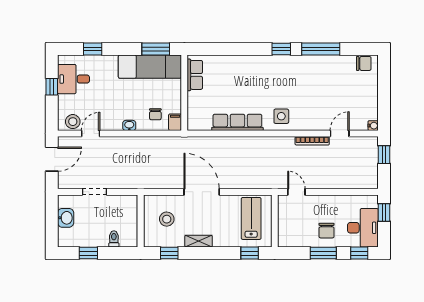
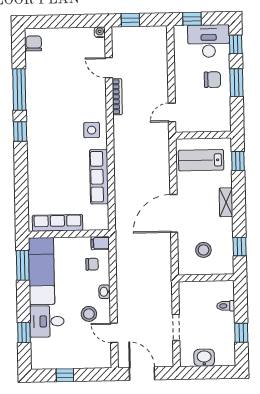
row of seats: (195, 75) -> (57, 223), width x1.48
desk: (73, 79) -> (47, 321), moved, turned 90
stool: (73, 122) -> (89, 314), moved
shelving: (199, 241) -> (226, 202), moved

